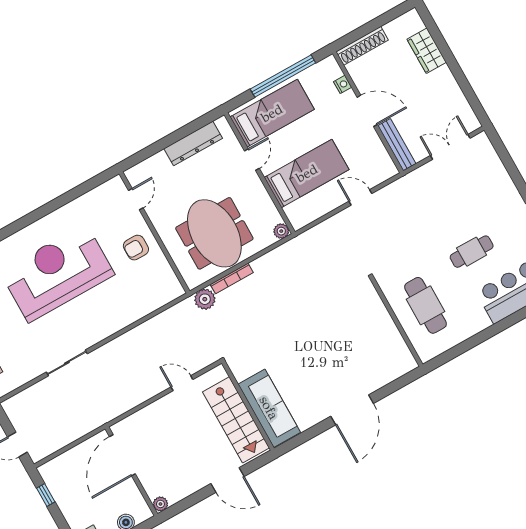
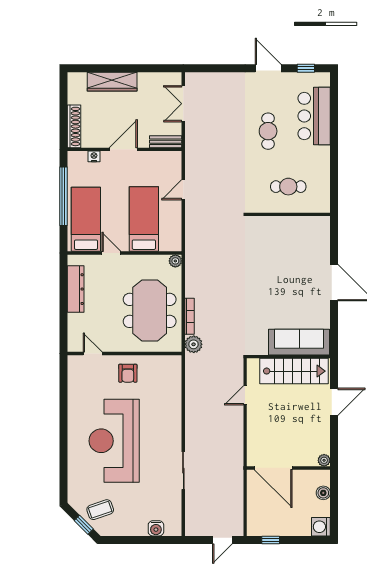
wardrobe: (427, 51) -> (112, 82), width x1.50
bench: (397, 145) -> (166, 142), width x0.73
meeting table: (214, 233) -> (150, 310), turned 90
cafe table: (426, 305) -> (288, 187), width x0.73, depth x0.74

